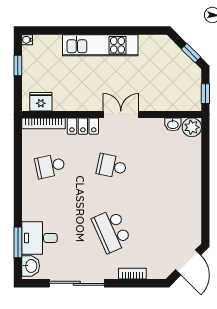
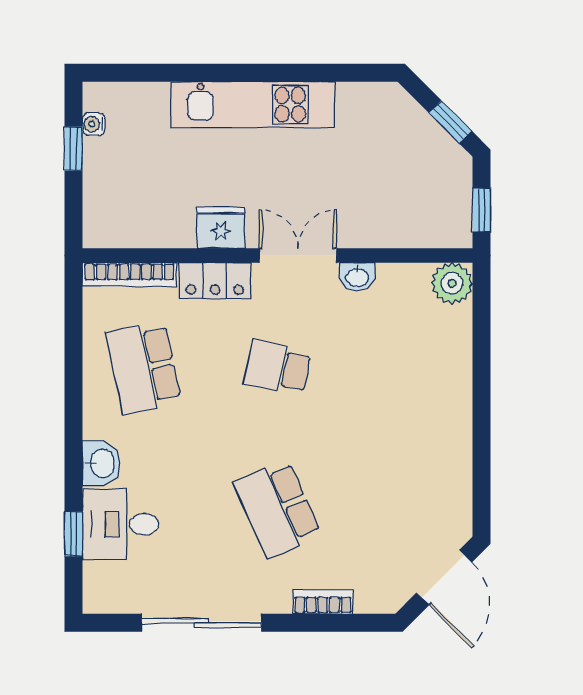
water cooler: (27, 40) -> (94, 124), moved
fridge: (41, 102) -> (221, 228), moved
washbasin: (173, 124) -> (357, 277), moved
school desk: (50, 166) -> (144, 368), width x1.85
window: (18, 242) -> (73, 534), width x0.67
washbasin: (31, 266) -> (101, 463), moved

